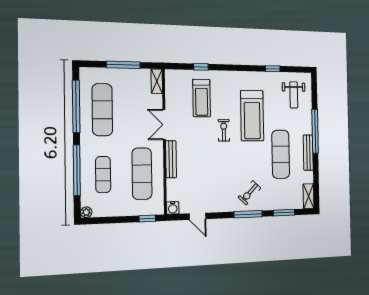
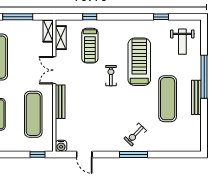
treadmill: (252, 116) -> (139, 62), turned 180
shelving: (309, 196) -> (61, 38), moved
window: (284, 213) -> (170, 155), removed

